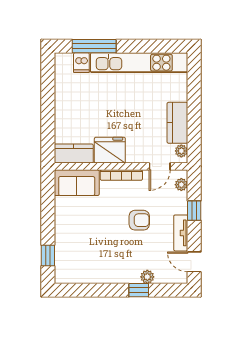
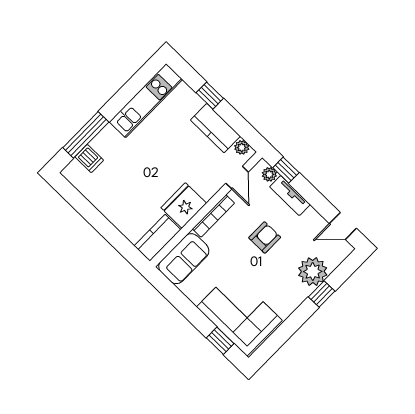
kitchen unit: (139, 63) -> (146, 101), width x0.73
window: (194, 99) -> (210, 96), added
window: (194, 211) -> (286, 170), moved
tv unit: (181, 233) -> (290, 196), moved
corner sofa: (76, 251) -> (239, 314), added
plant: (147, 277) -> (313, 272), width x1.88, depth x1.88

